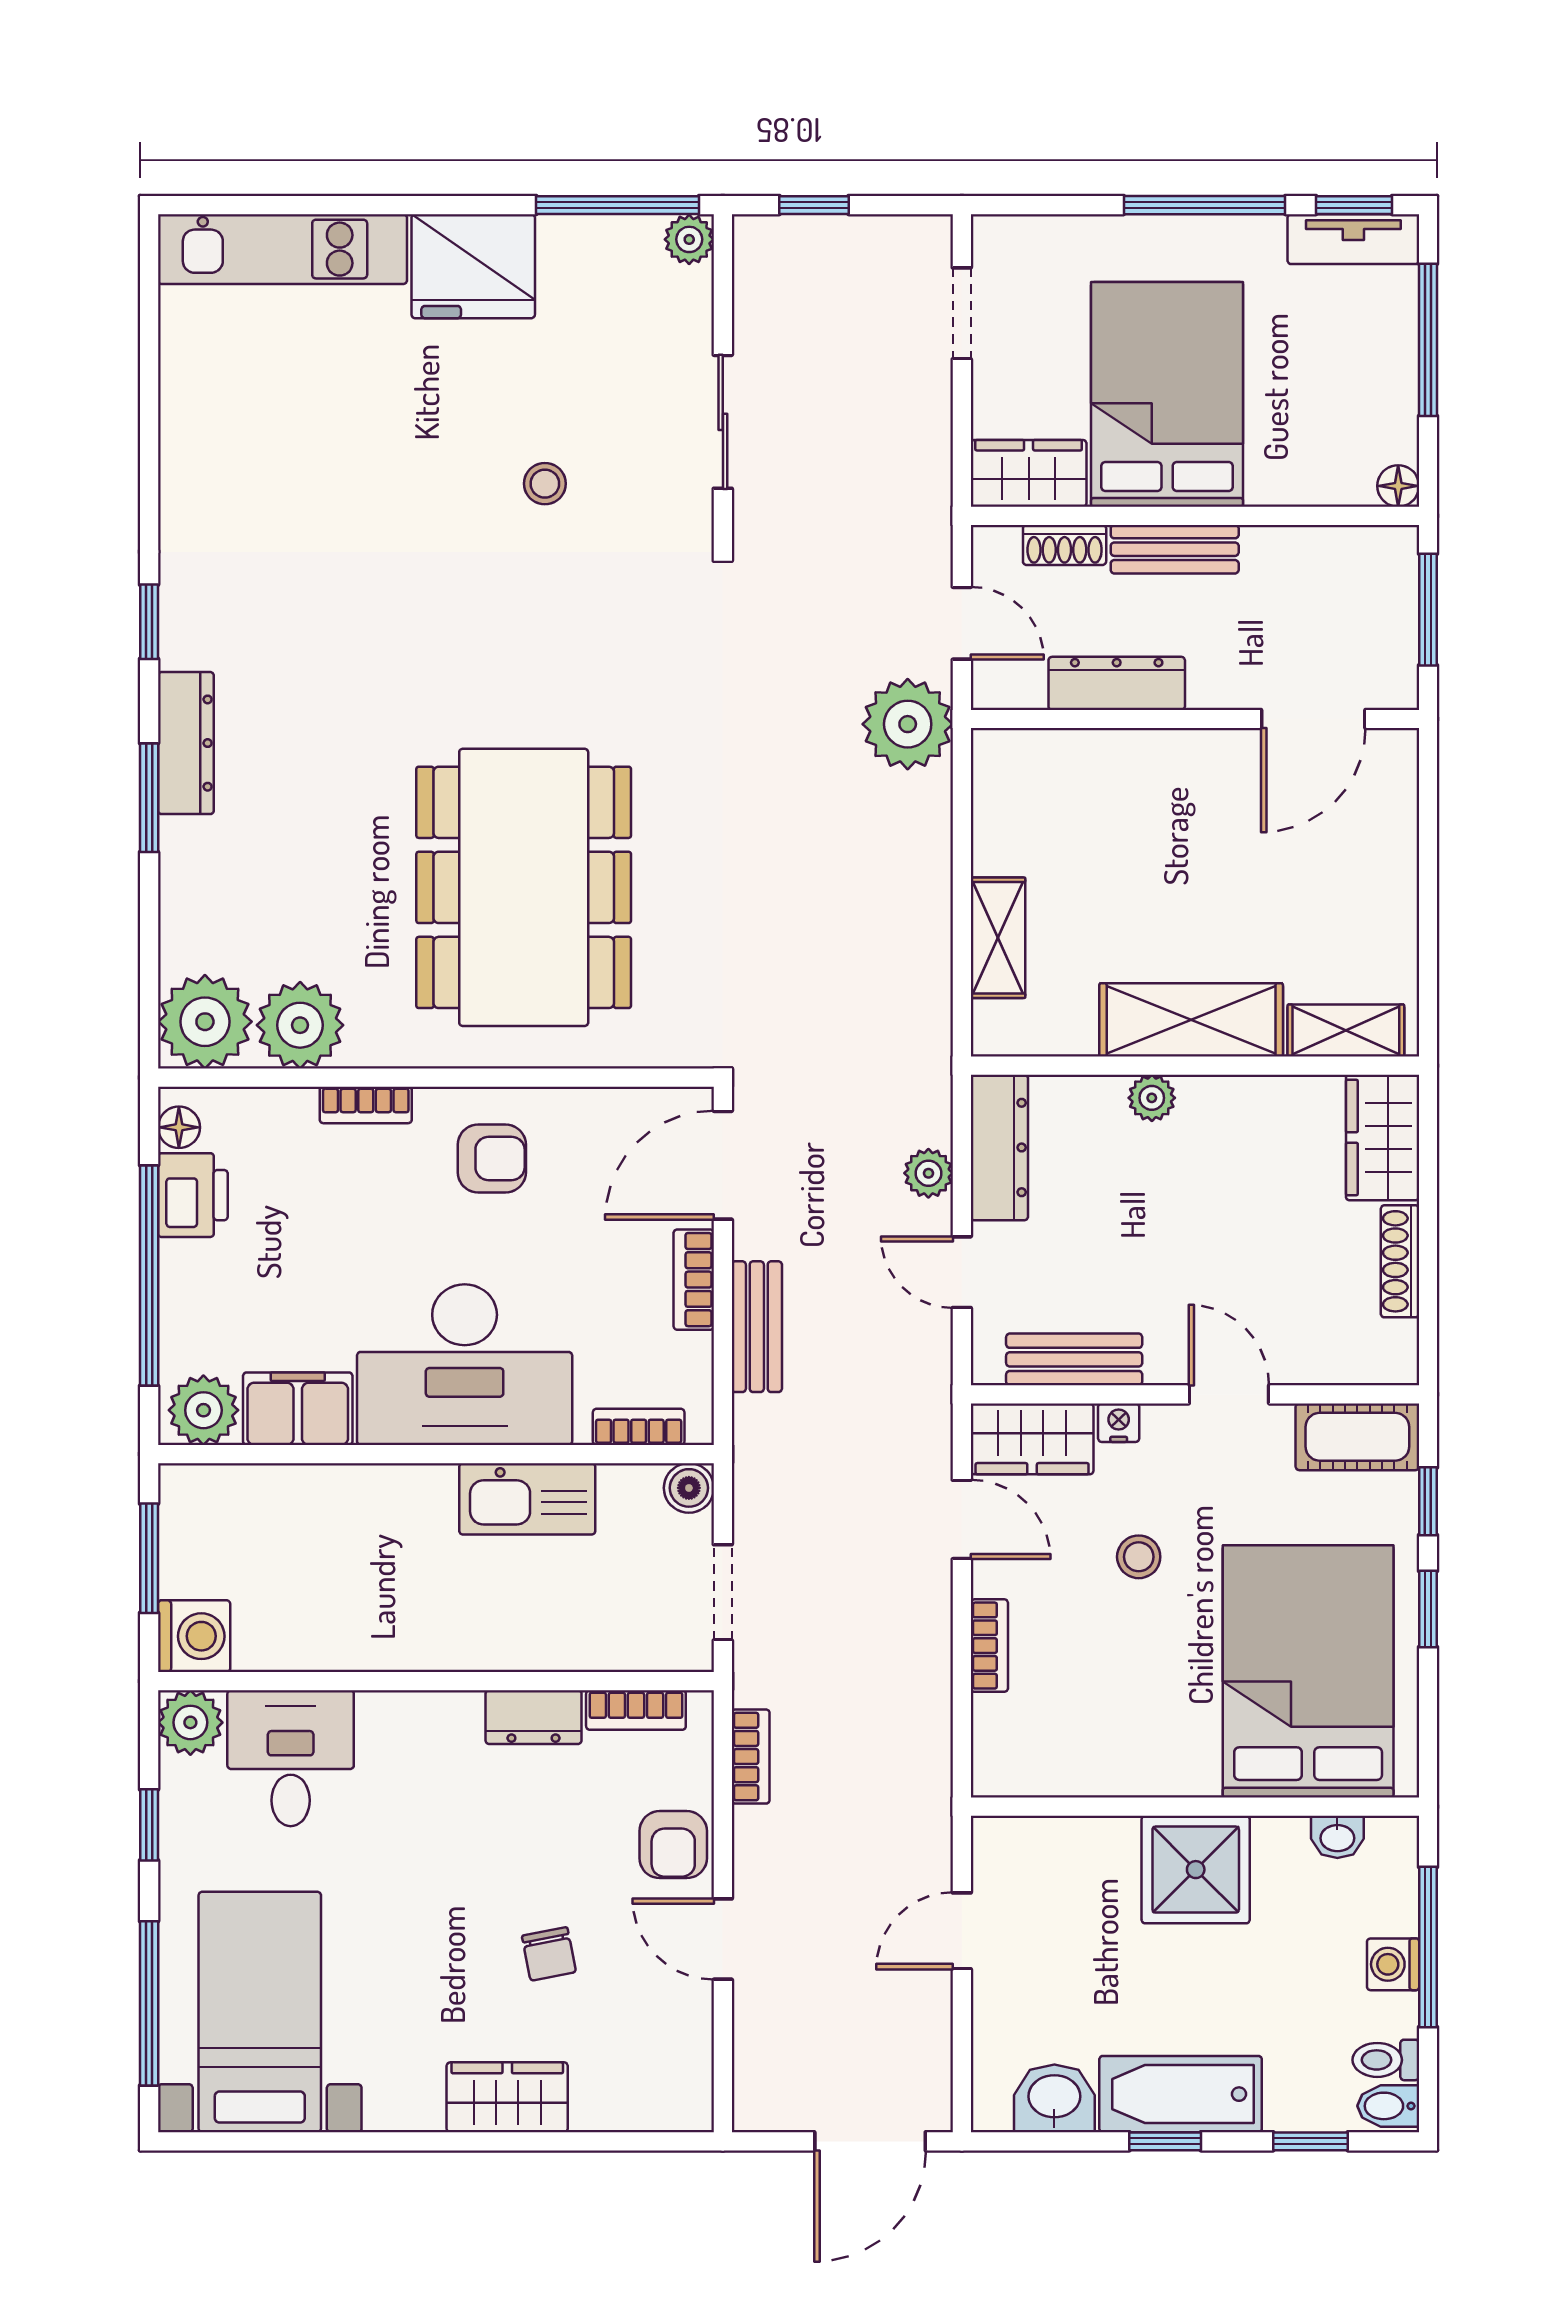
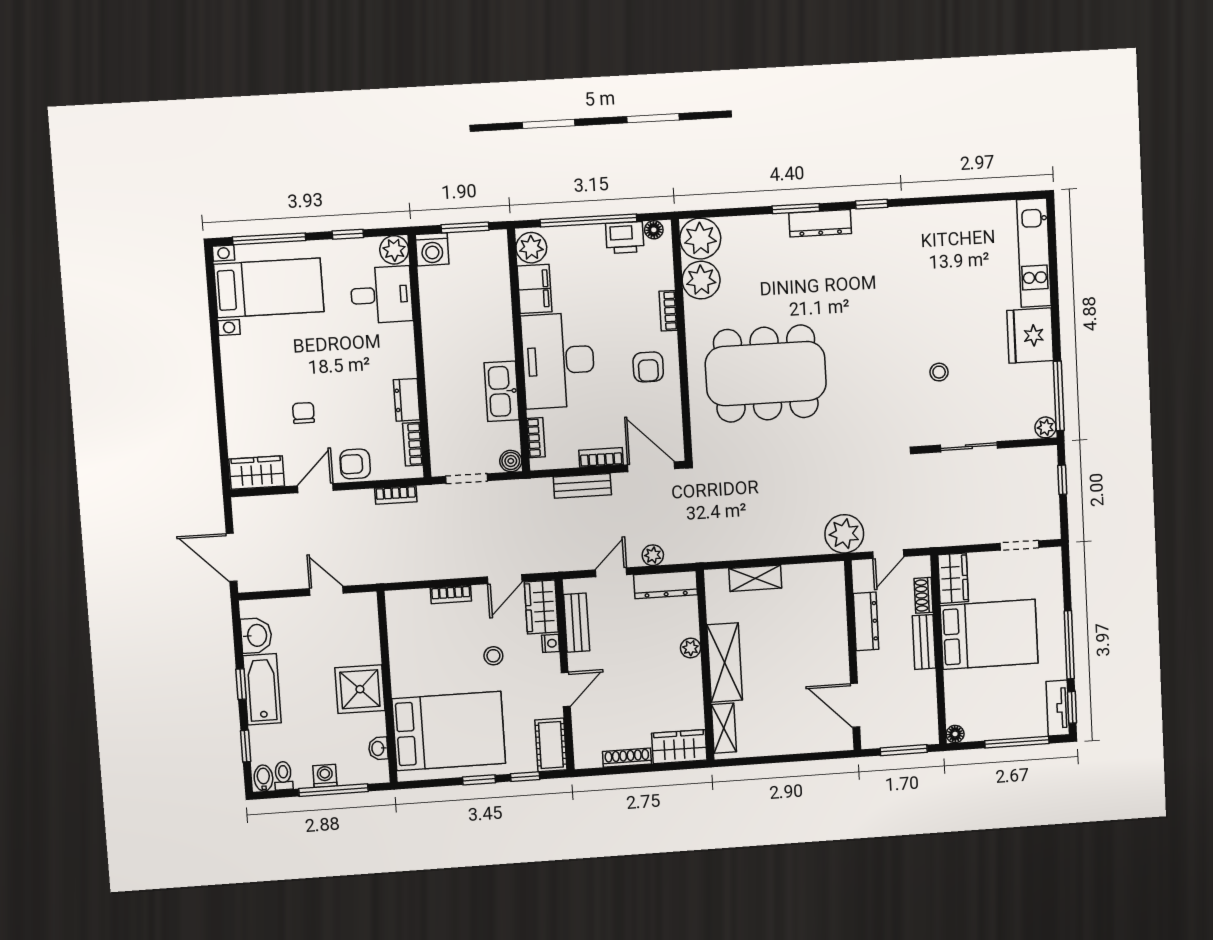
chair: (549, 1954) -> (303, 413), turned 101
wardrobe: (507, 2097) -> (257, 473), moved, turned -90

